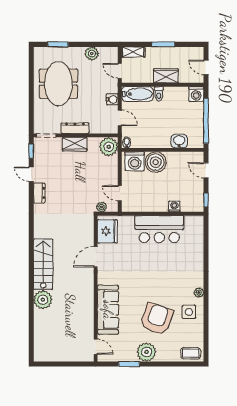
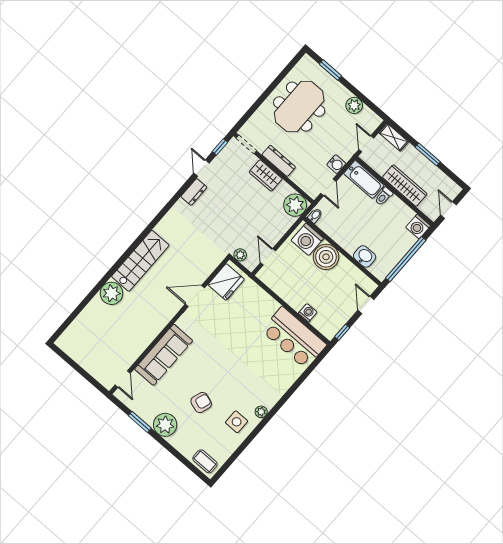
wardrobe: (166, 76) -> (405, 186), width x1.50
bar counter: (159, 229) -> (294, 338), moved
armchair: (157, 319) -> (201, 402), width x0.53, depth x0.53

